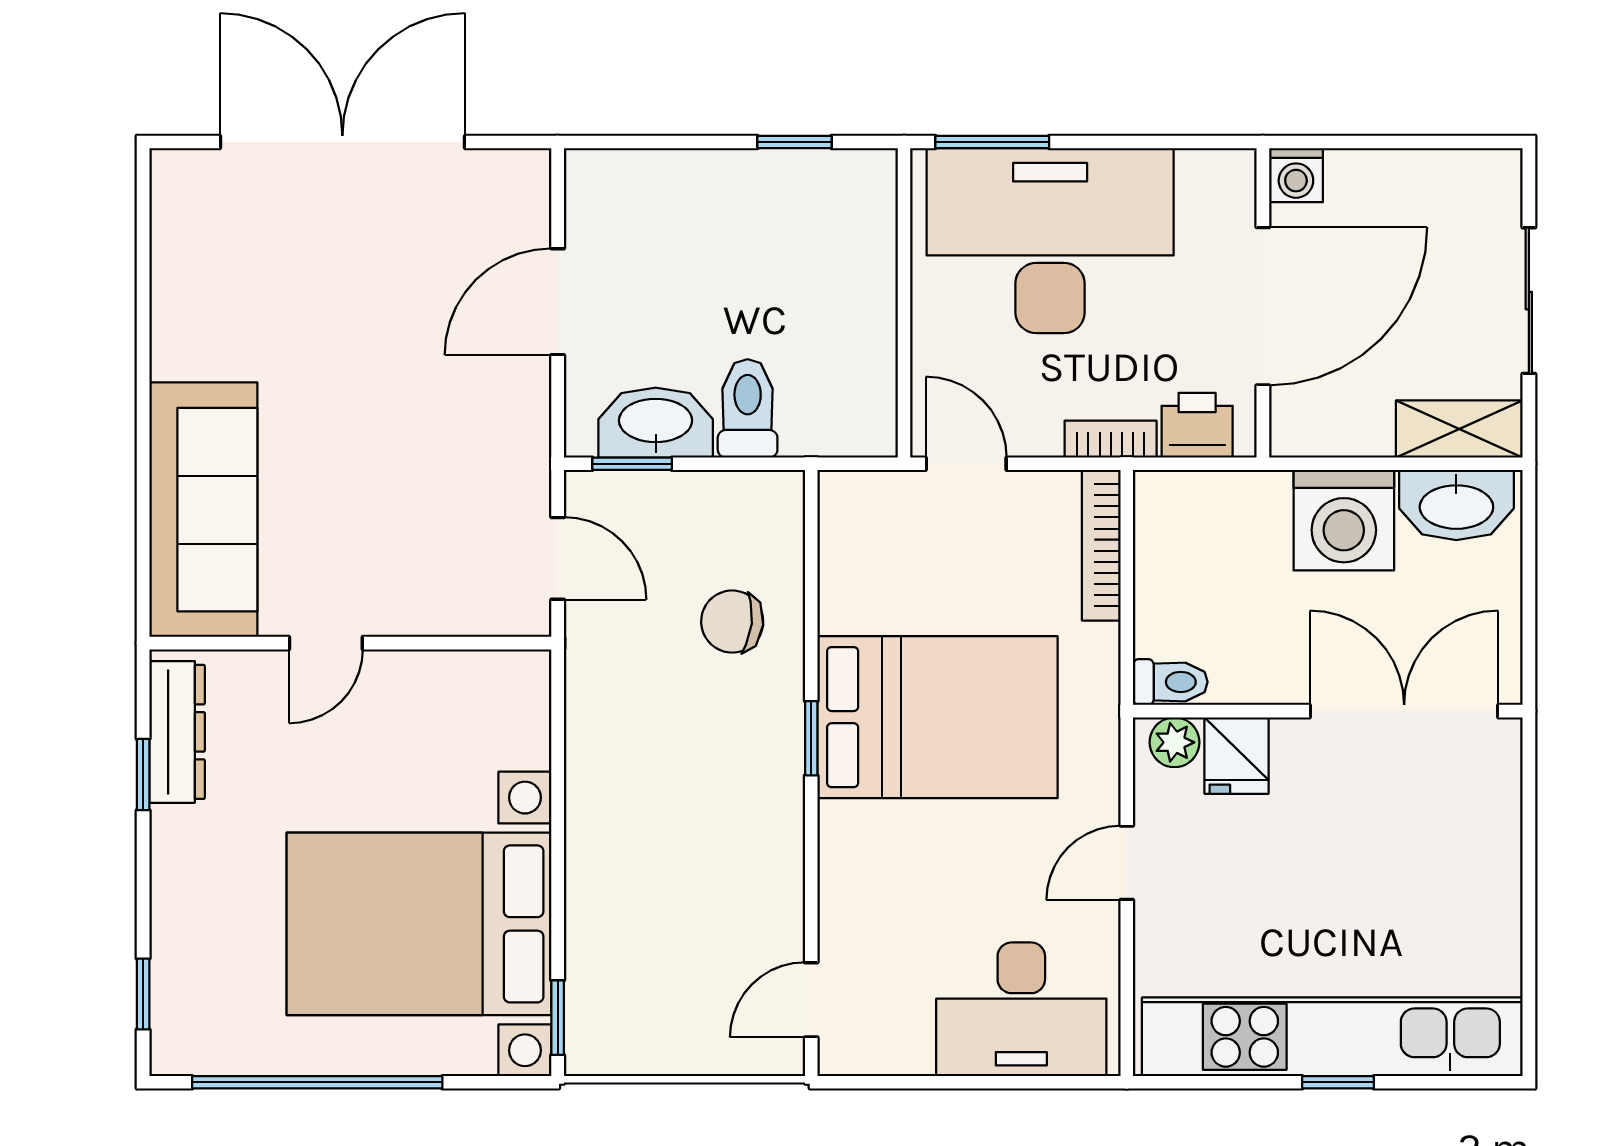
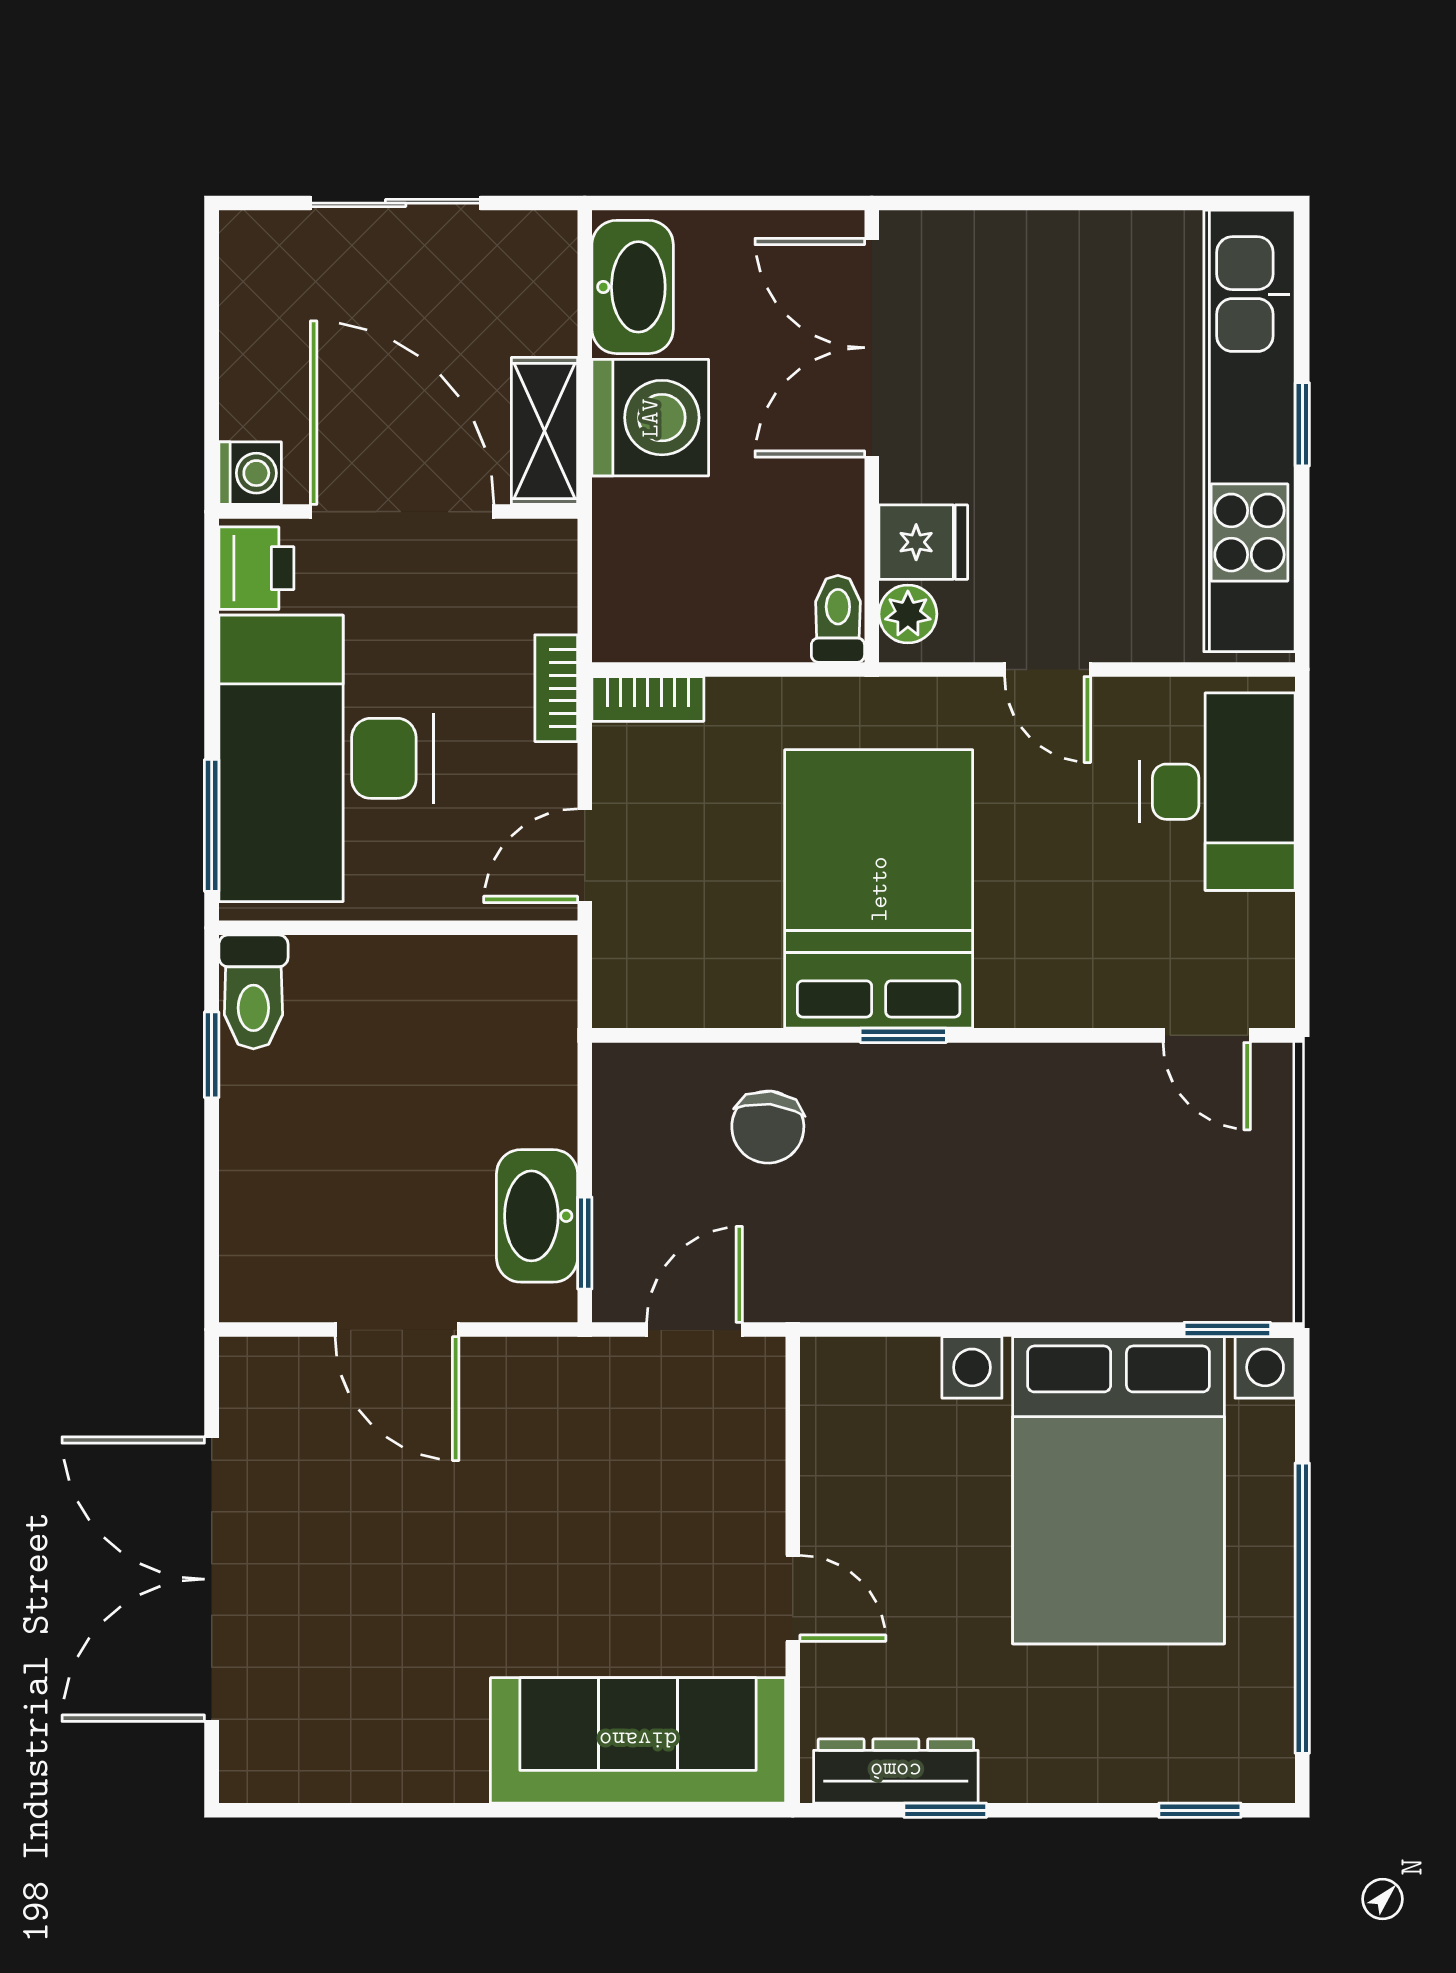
toilet: (748, 408) -> (253, 992), moved, turned -90
printer: (1197, 425) -> (256, 568), moved, turned 180
shelving: (1459, 429) -> (544, 431), moved
bookcase: (1101, 545) -> (648, 699), width x0.64

